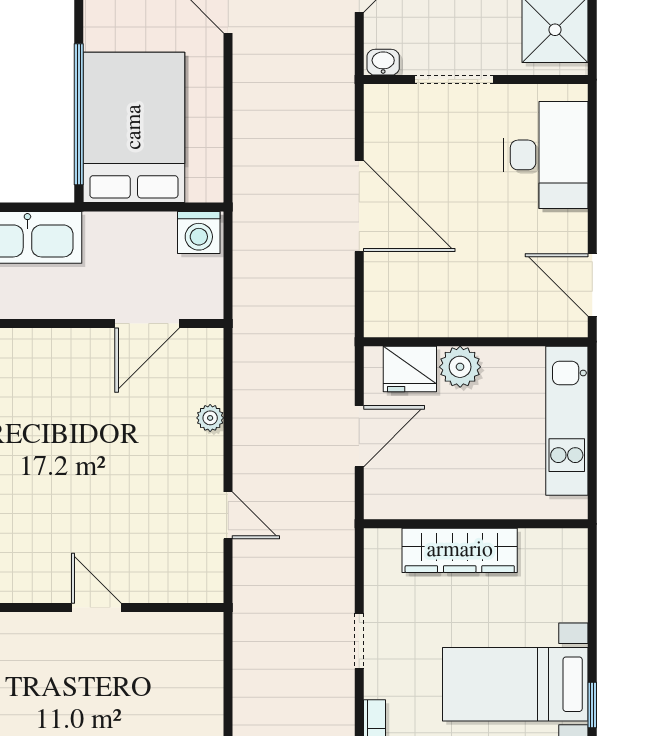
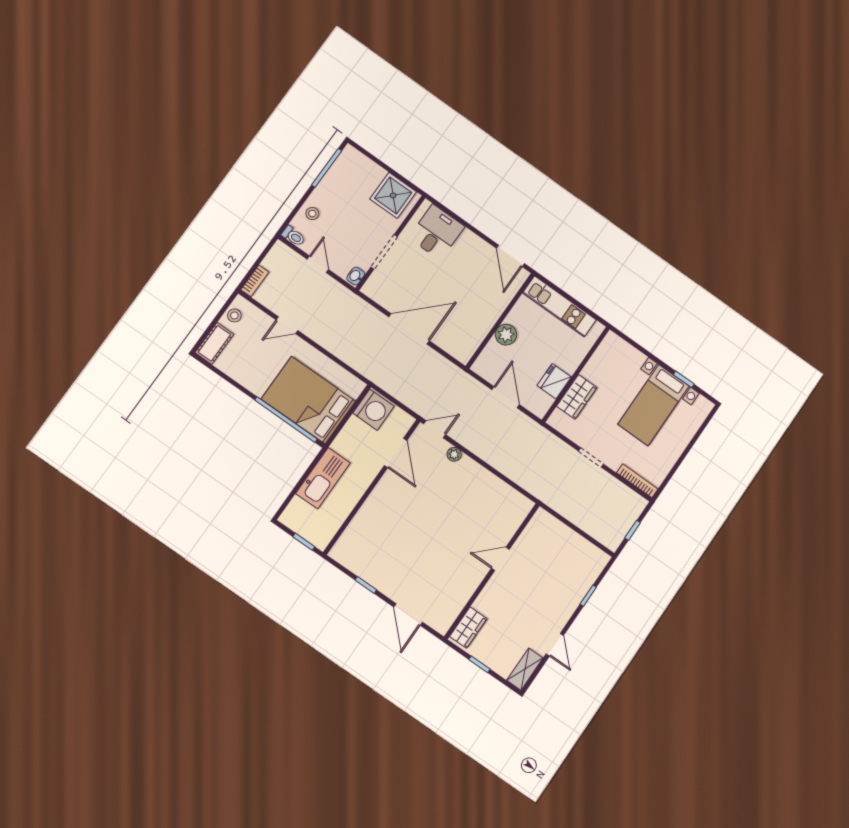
desk: (546, 155) -> (437, 232), width x0.73
washing machine: (199, 232) -> (373, 410), width x1.37, depth x1.37
door: (592, 285) -> (510, 256), hinge flipped
fridge: (410, 369) -> (554, 381), moved, turned 180
door: (228, 515) -> (435, 429), moved
wardrobe: (460, 550) -> (577, 397), width x0.67

